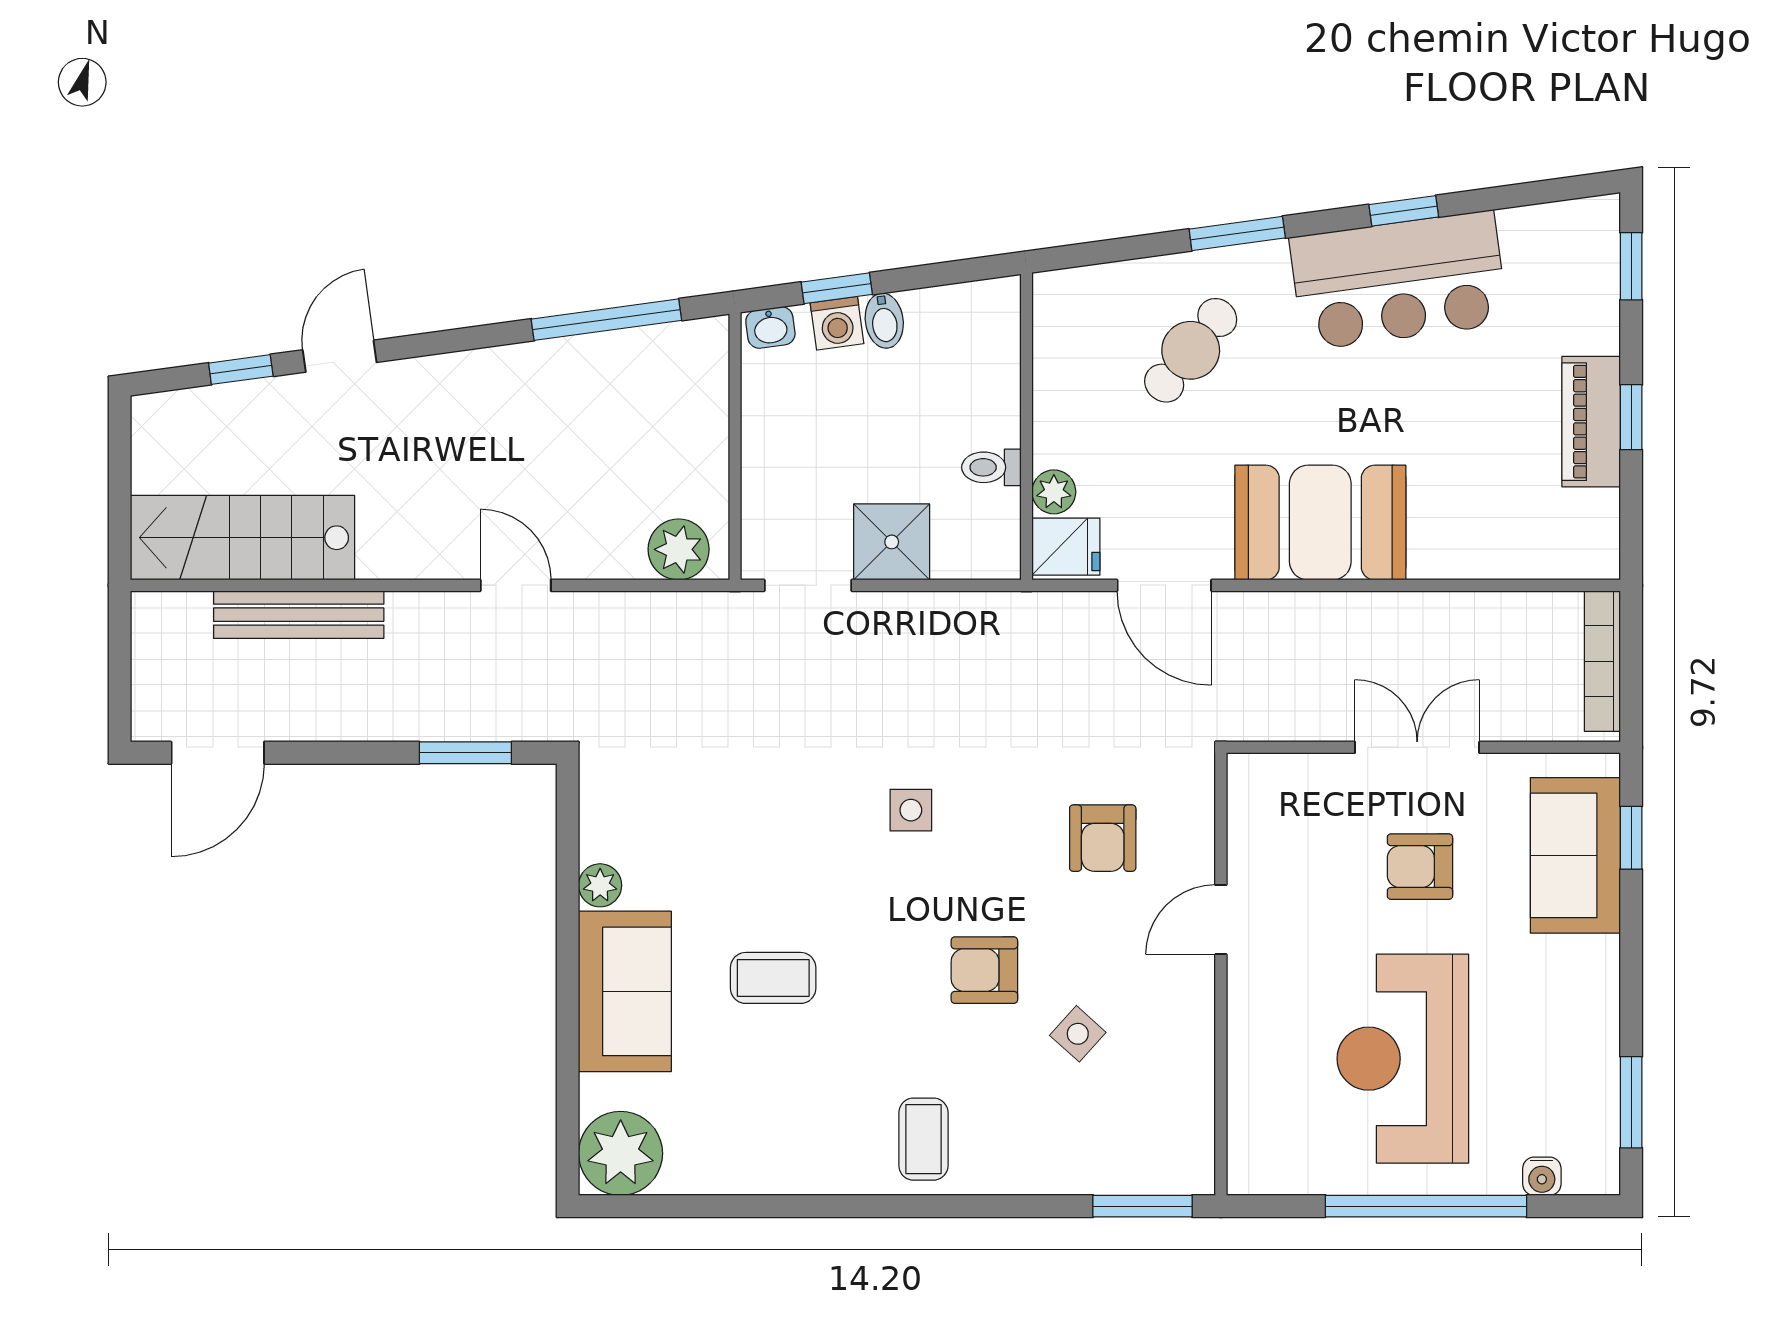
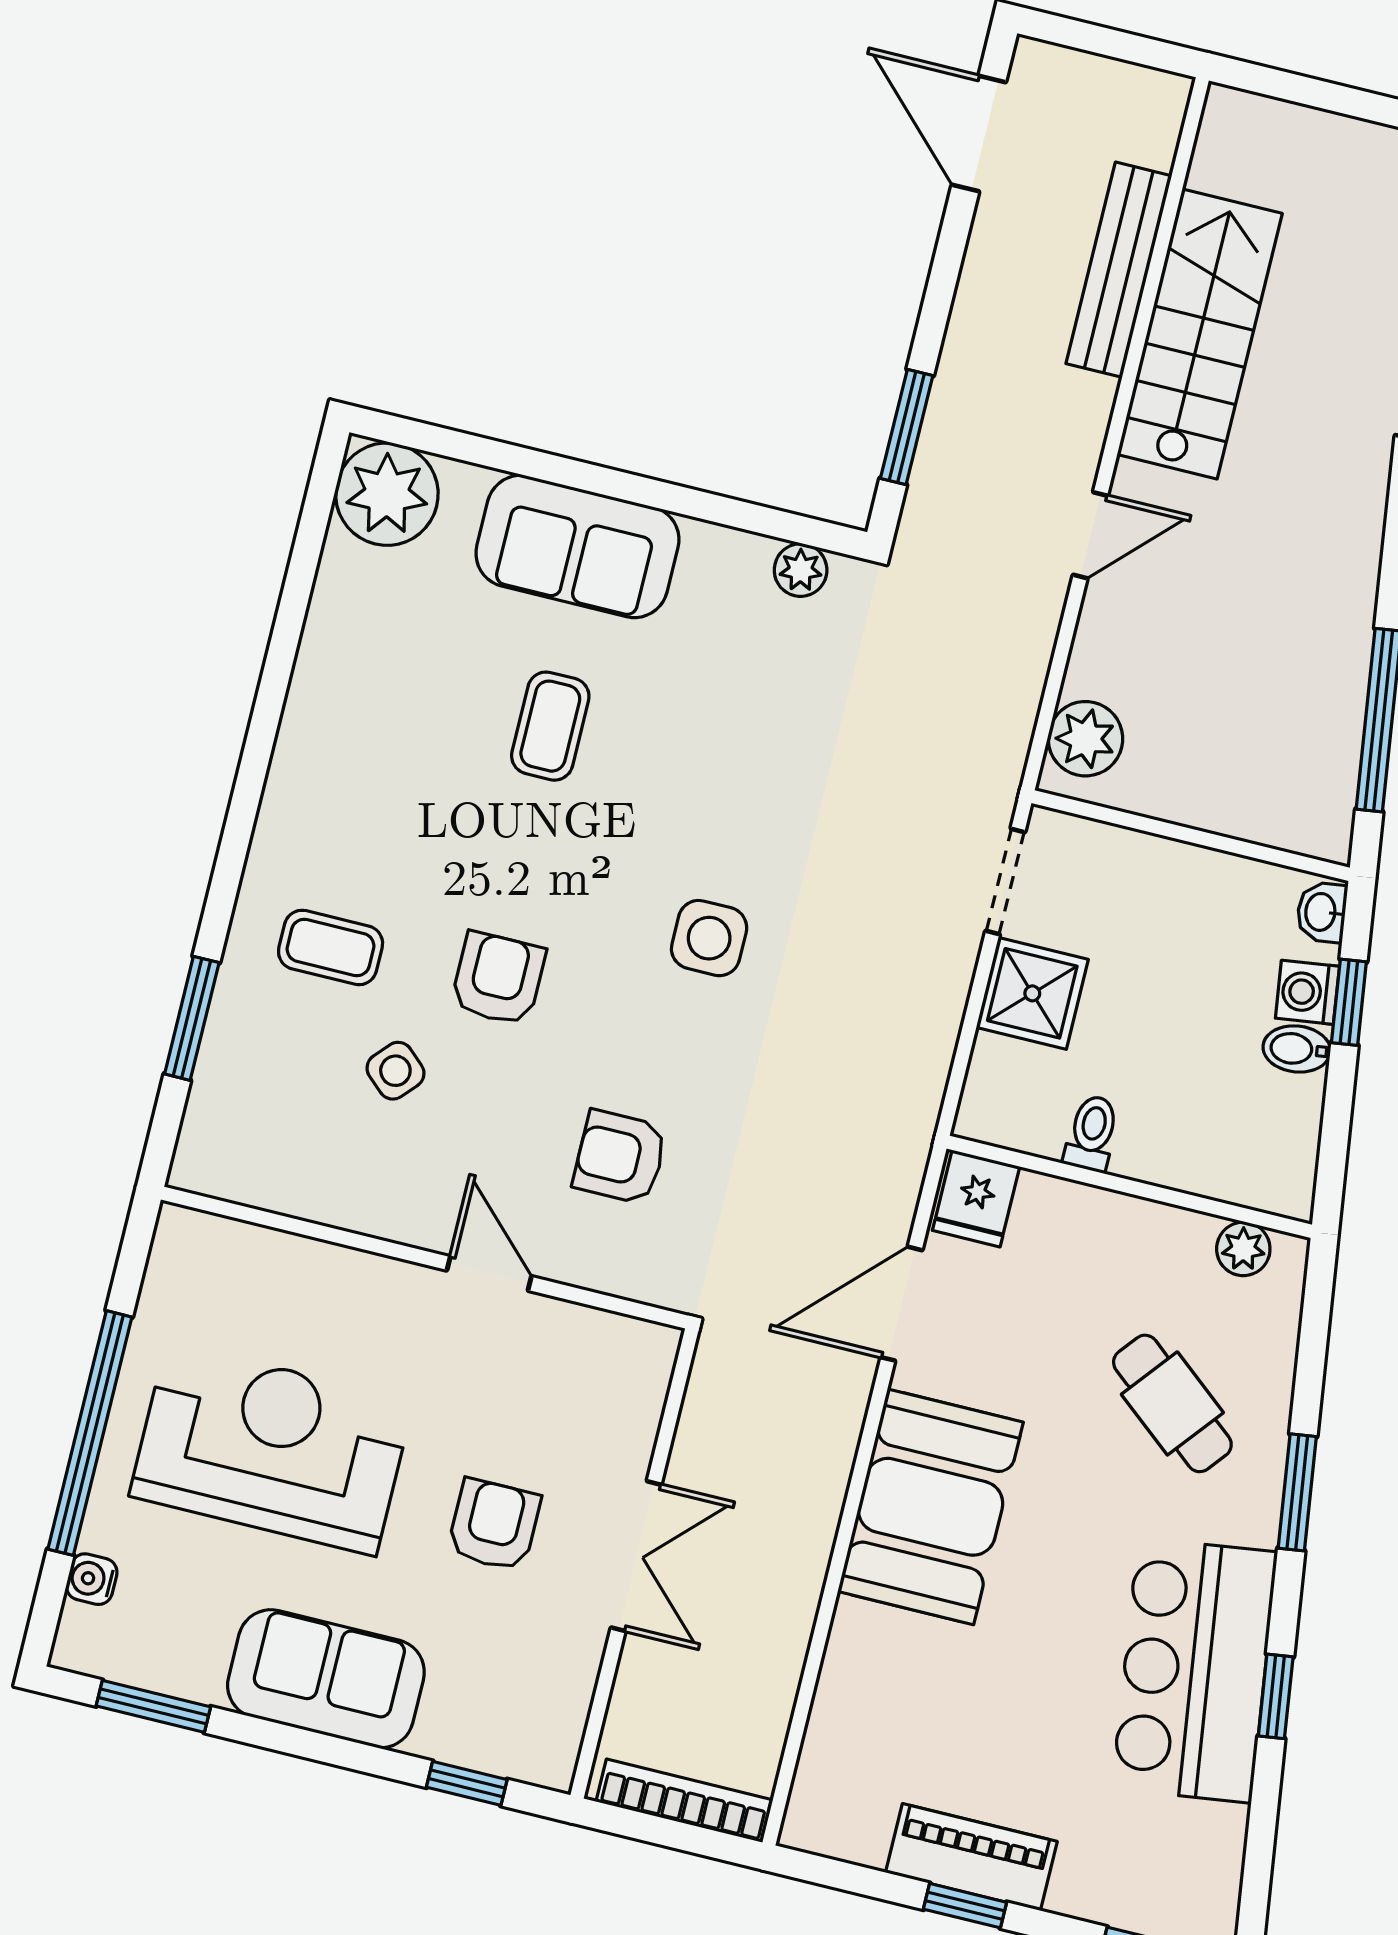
plant: (1054, 492) -> (1243, 1249), moved
stairs: (242, 538) -> (1200, 334), moved
side table: (911, 810) -> (709, 938), width x1.37, depth x1.37
sofa: (1575, 855) -> (326, 1679), moved
plant: (600, 885) -> (801, 570), moved
coffee table: (923, 1139) -> (331, 947), moved
window: (1143, 1206) -> (192, 1018), moved

